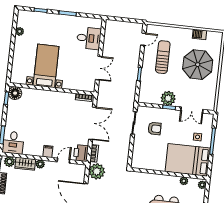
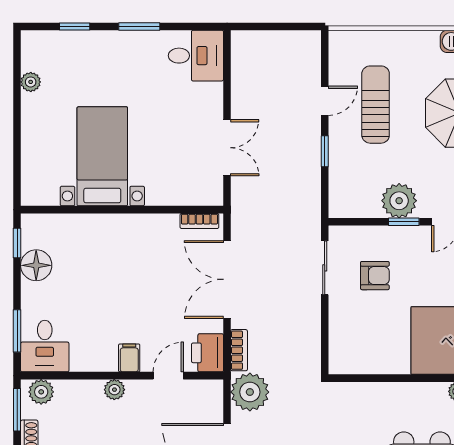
desk: (89, 38) -> (196, 56), moved
door: (143, 39) -> (325, 101), moved
floor lamp: (15, 93) -> (36, 265), moved
double door: (92, 123) -> (227, 279), swing flipped
wardrobe: (25, 164) -> (79, 393), removed

